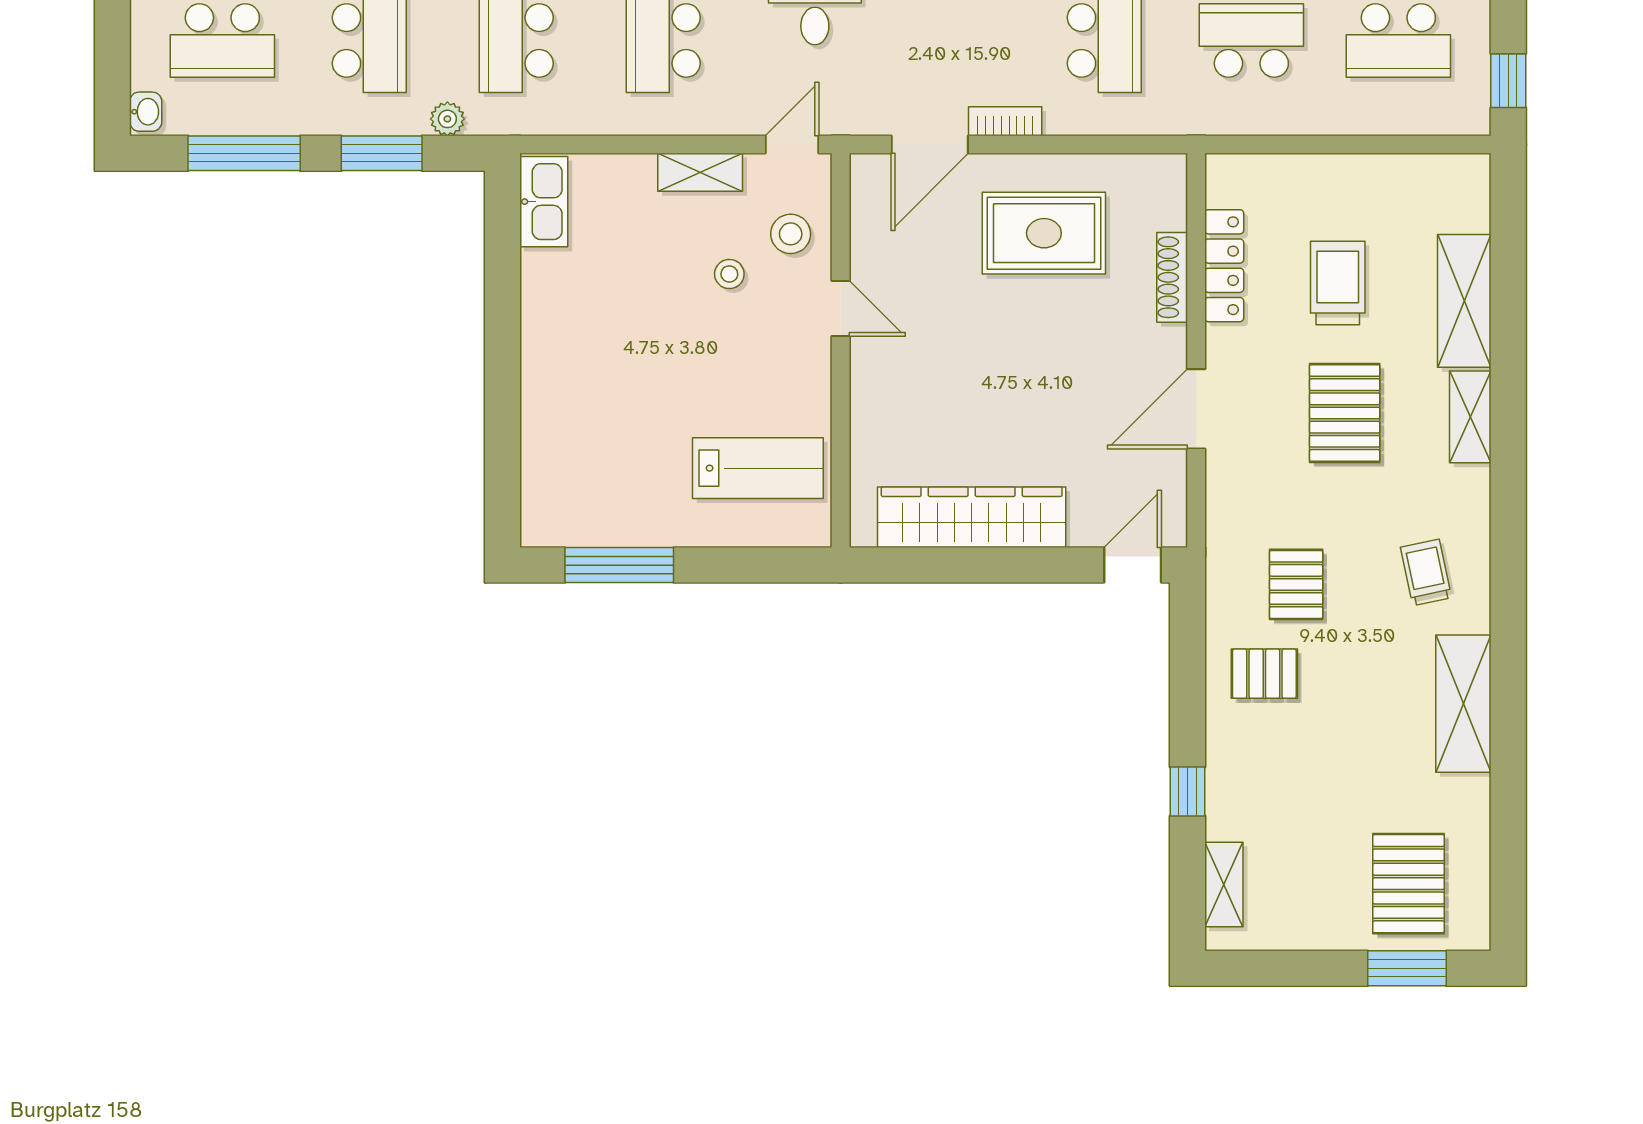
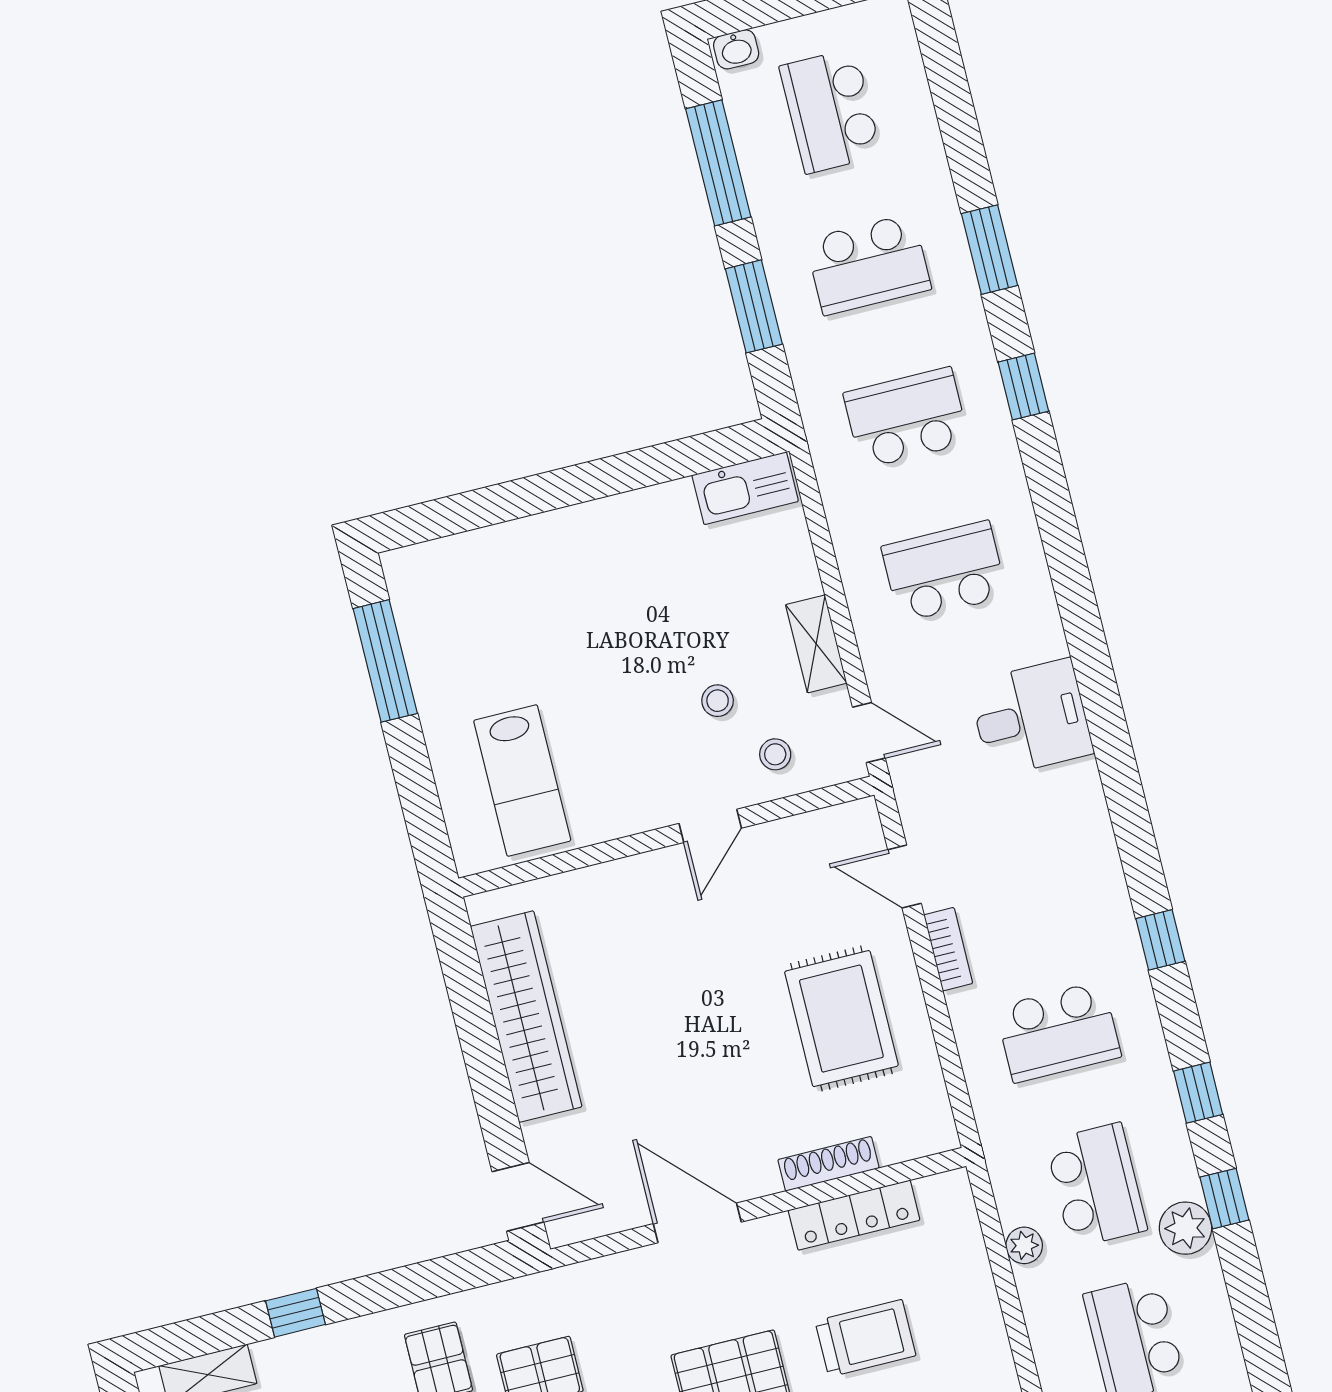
plant: (447, 119) -> (1024, 1245), moved
door: (930, 145) -> (904, 876), width x0.73
stool: (791, 234) -> (775, 754), width x0.73, depth x0.73

